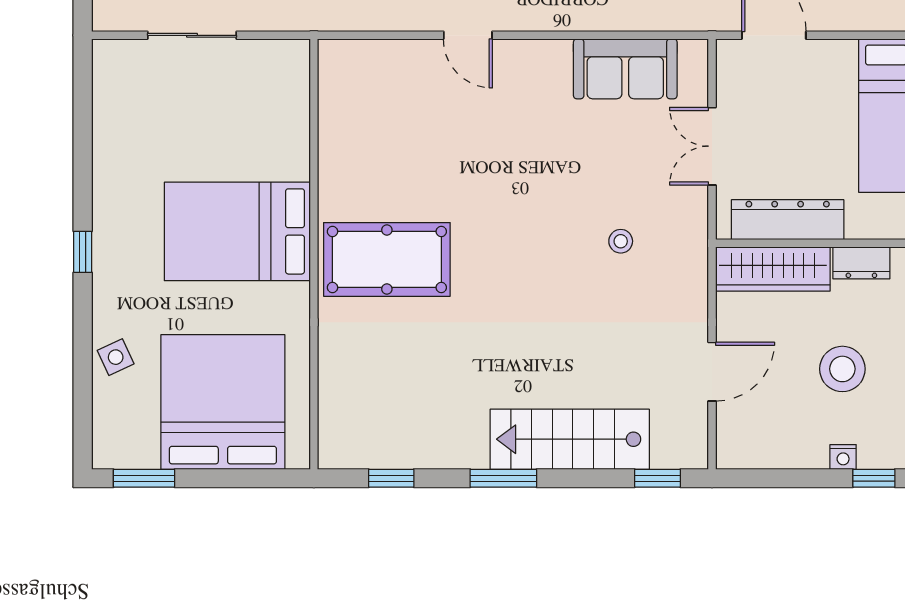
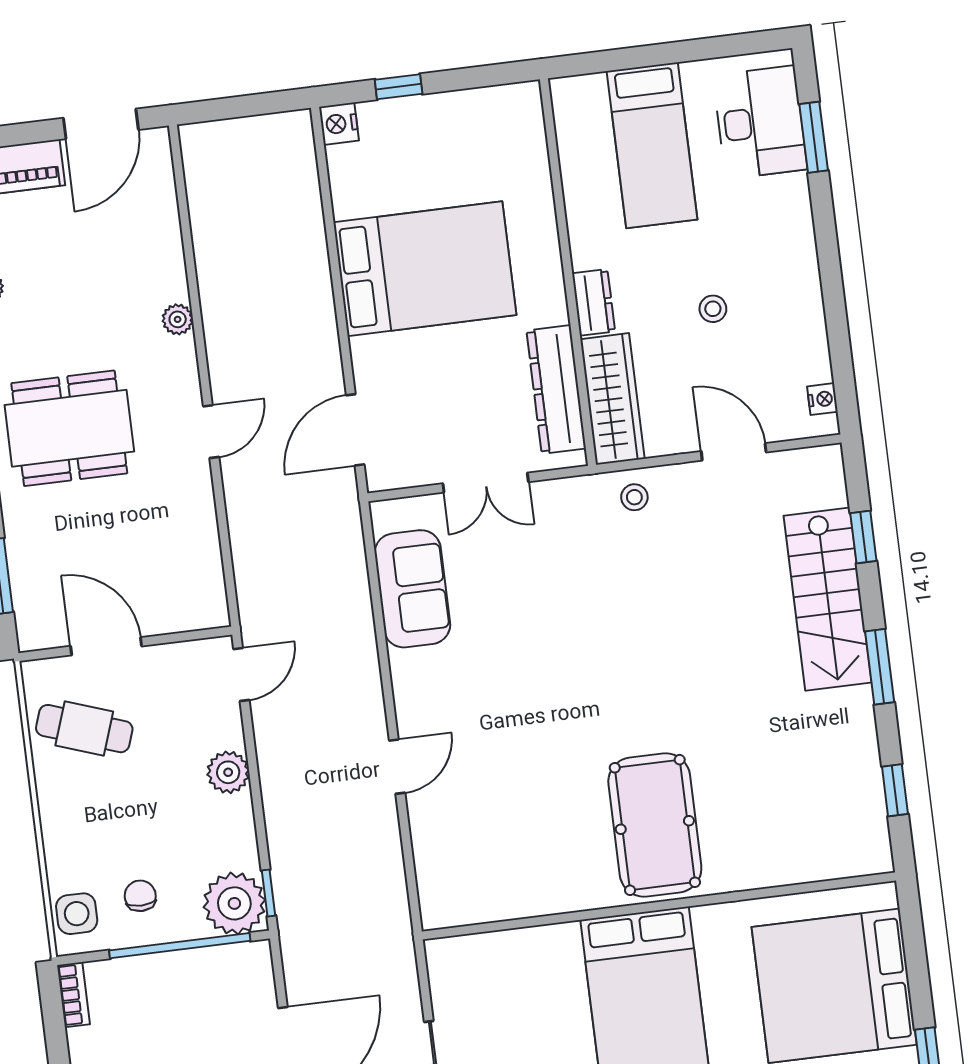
stool: (621, 241) -> (634, 497), moved
stool: (842, 369) -> (713, 309), width x0.53, depth x0.53
nightstand: (843, 457) -> (822, 399), moved
window: (658, 478) -> (863, 537), moved
window: (874, 478) -> (829, 259), removed

